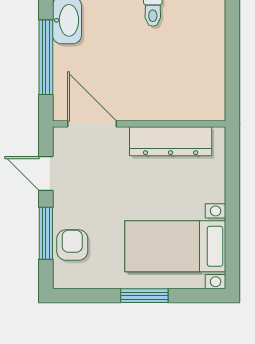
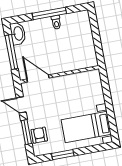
dresser: (171, 141) -> (75, 80), removed
window: (144, 296) -> (63, 155), moved

